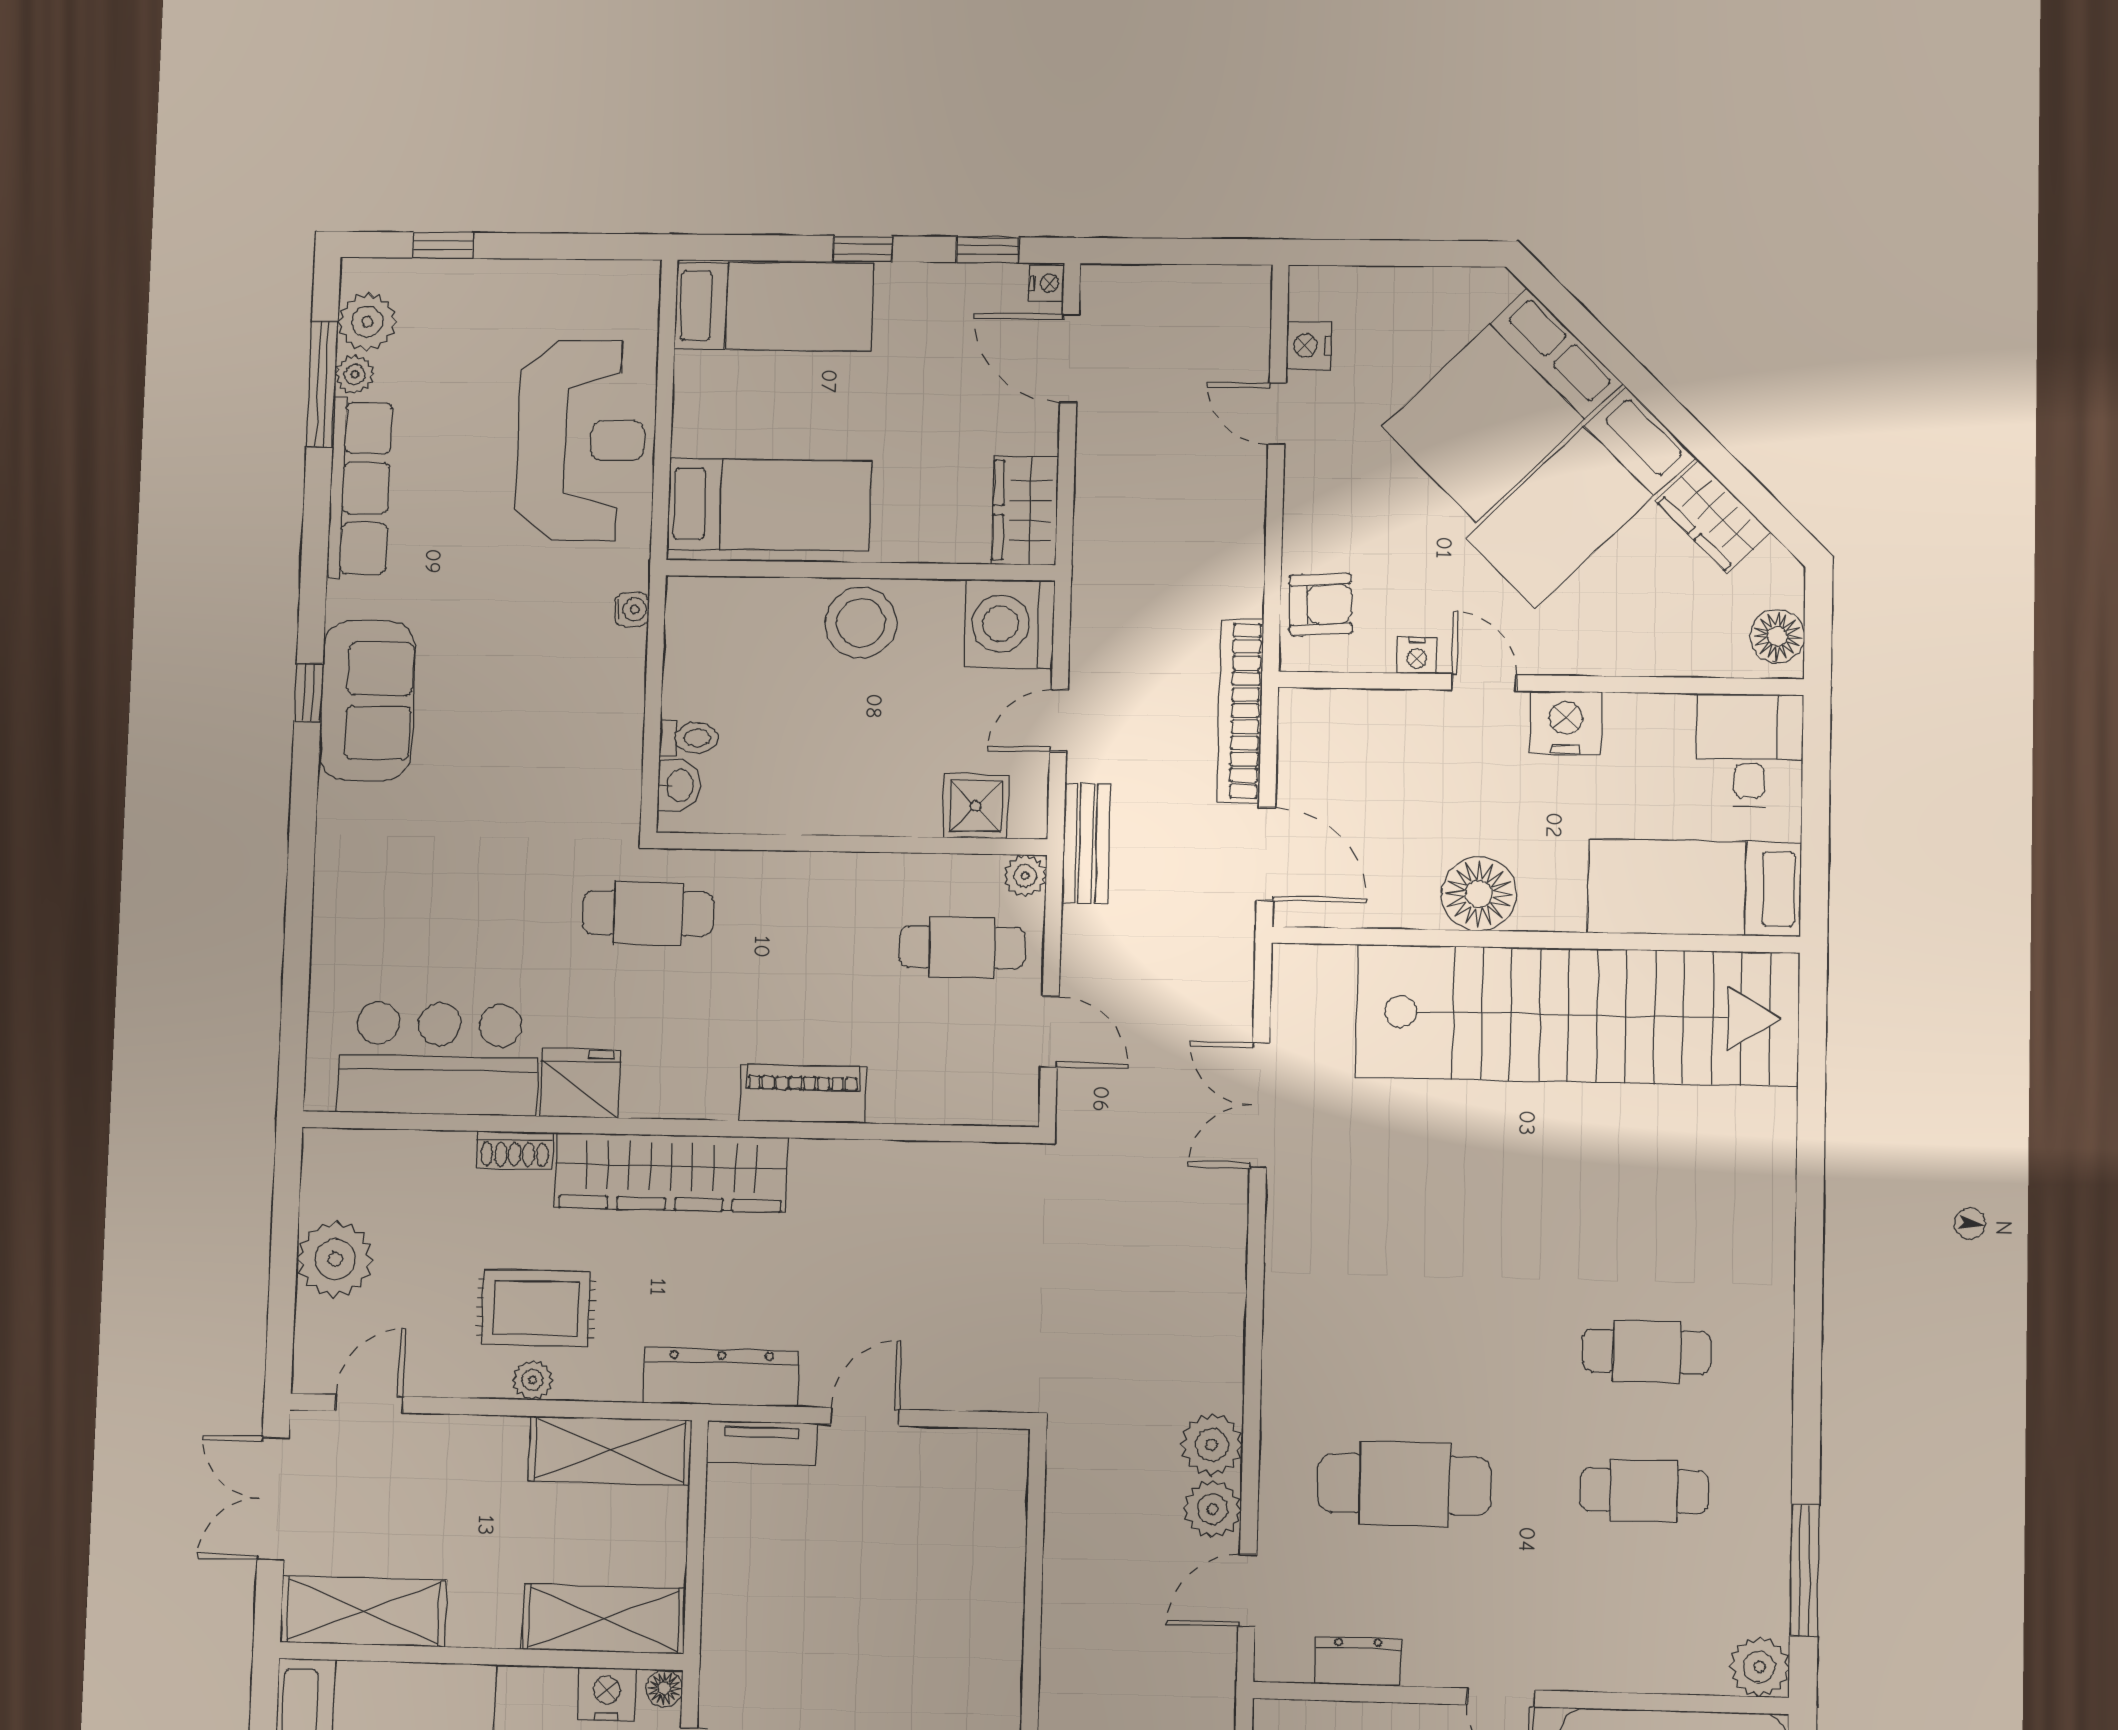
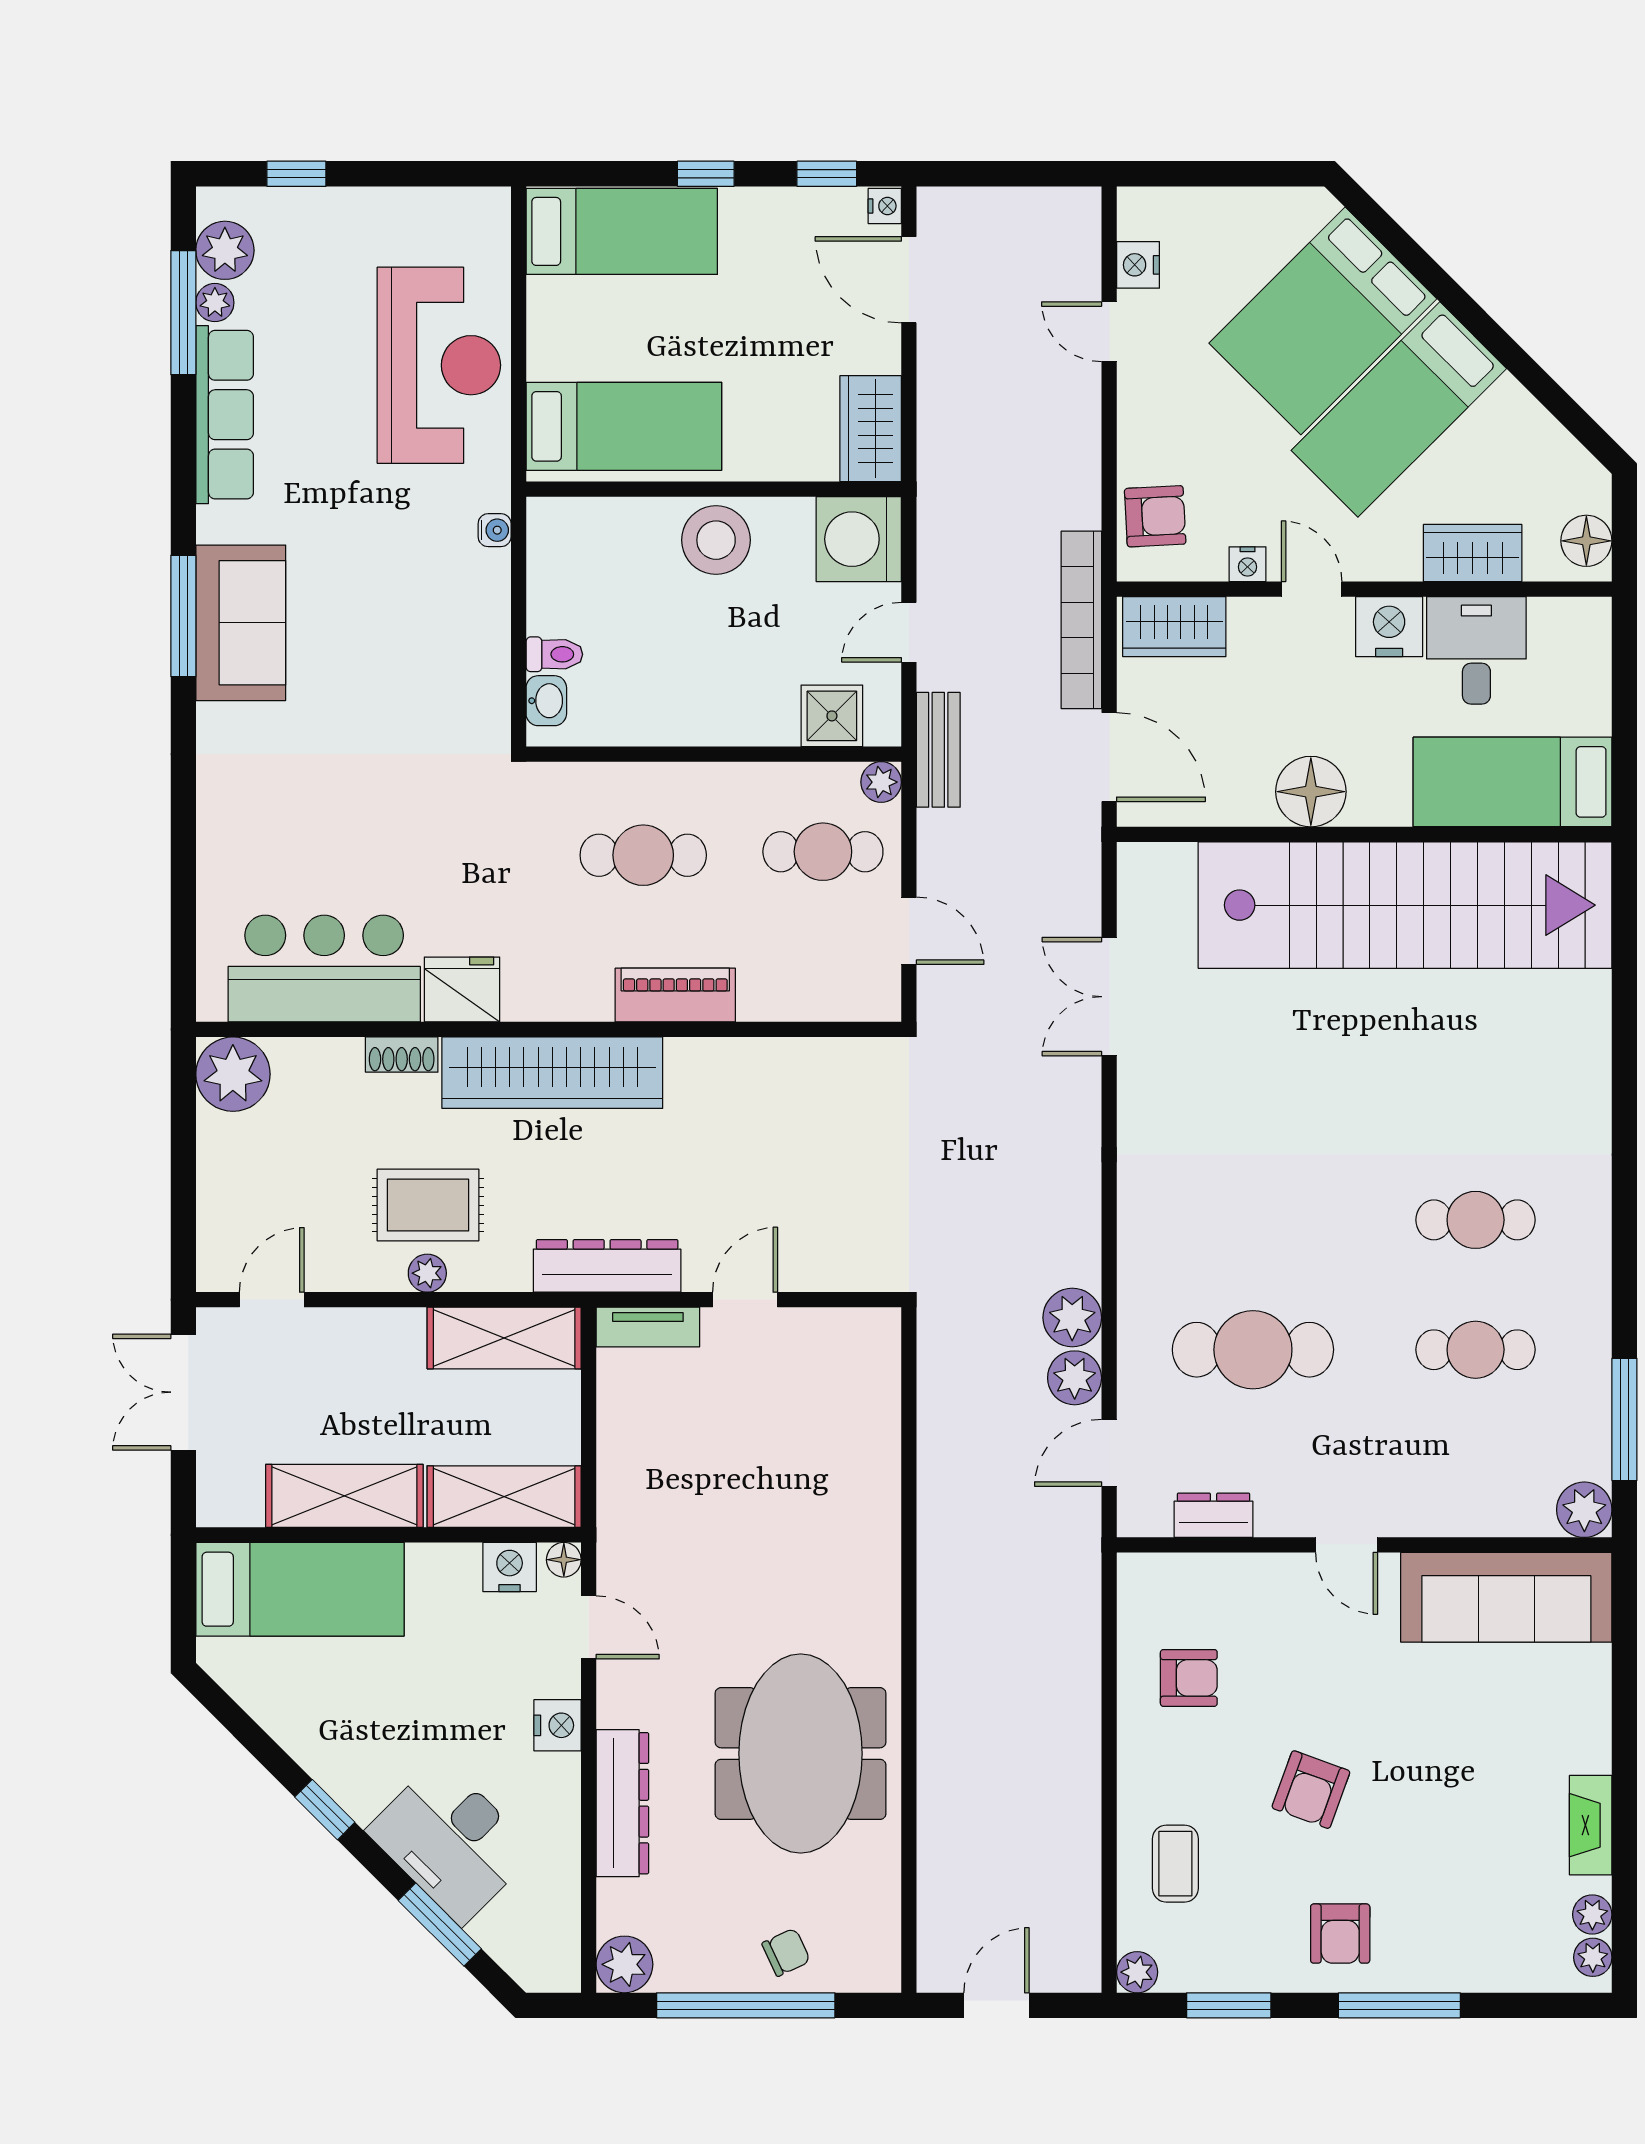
wardrobe: (1713, 516) -> (1473, 553), moved, turned 135
window: (309, 692) -> (183, 616), width x2.17
wardrobe: (1338, 719) -> (1174, 627), added
desk: (1750, 750) -> (1476, 650), moved
cafe table: (648, 913) -> (643, 855), moved
plant: (335, 1259) -> (233, 1074), moved
shelving: (363, 1611) -> (344, 1496), moved

